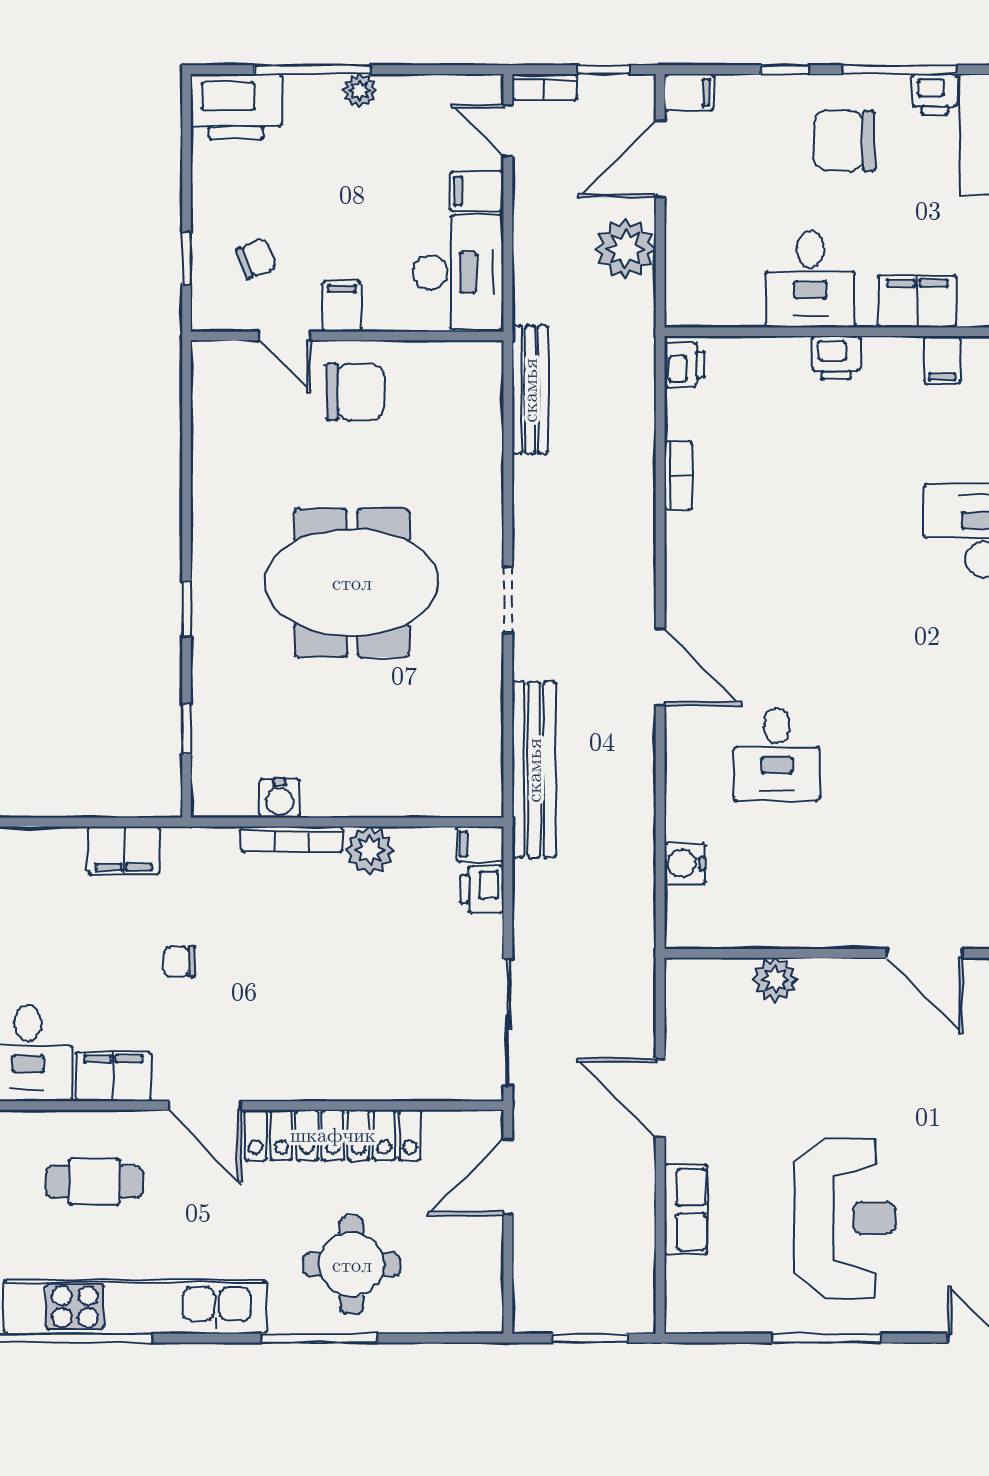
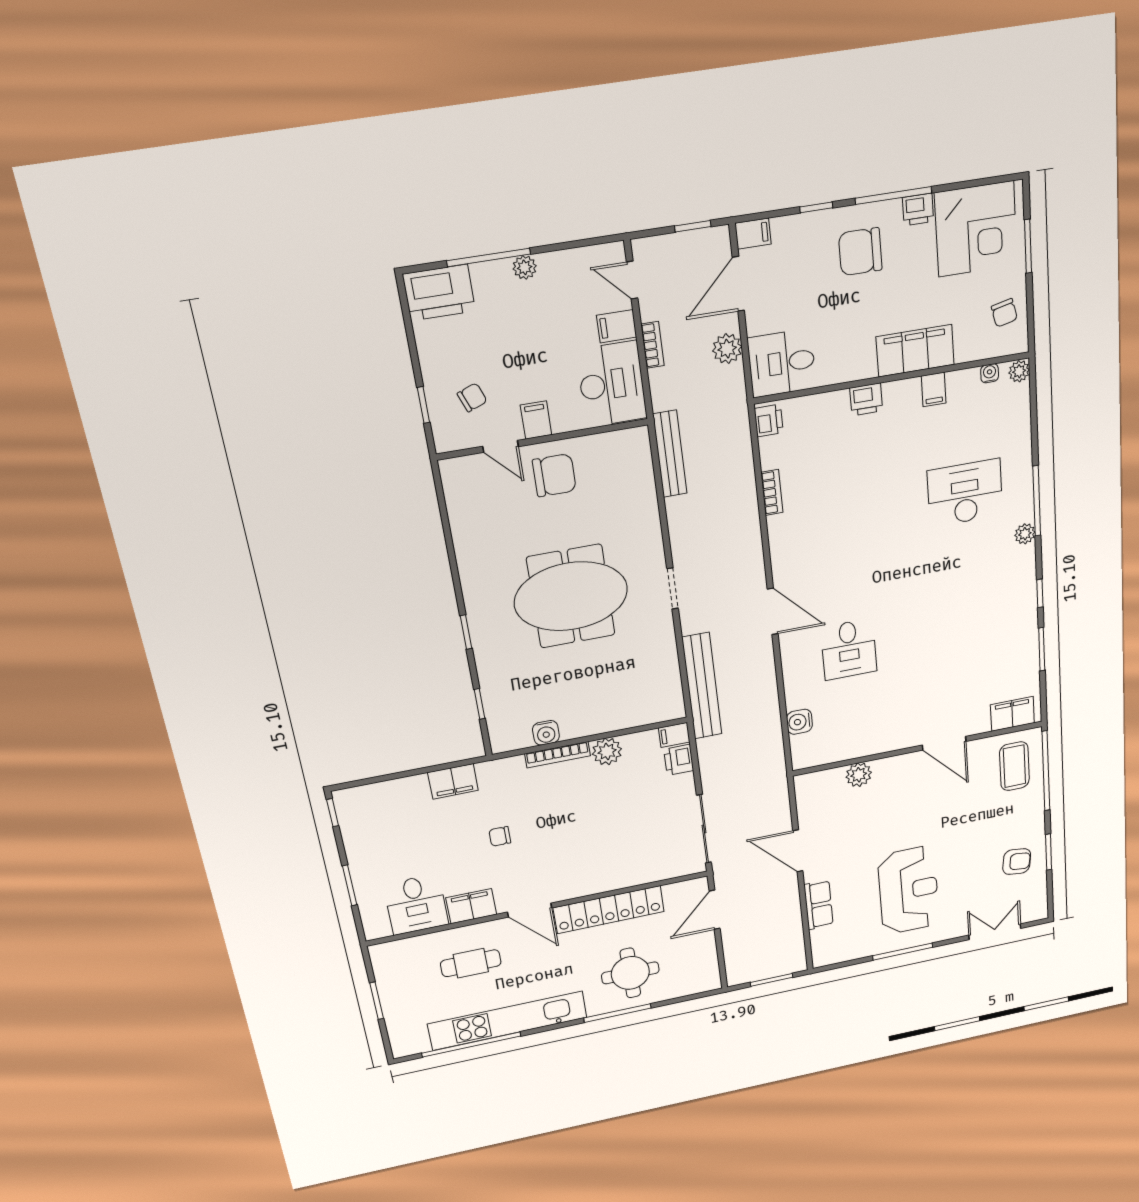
bookcase: (544, 87) -> (653, 345), moved, turned -90
plant: (625, 249) -> (727, 349), width x0.73, depth x0.73
desk: (810, 279) -> (782, 363), moved, turned 90
filing cabinet: (917, 301) -> (915, 351), width x1.50, depth x1.17

